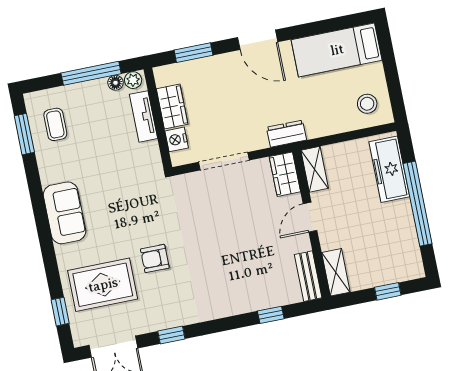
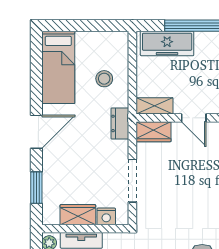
stool: (367, 104) -> (104, 79), moved

